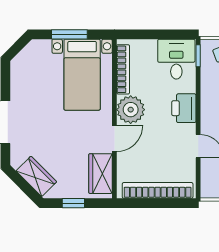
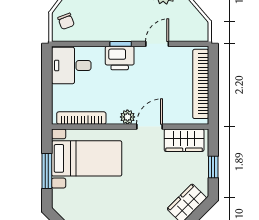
window: (198, 56) -> (121, 44), moved
plant: (131, 110) -> (127, 117), width x0.53, depth x0.53
door: (114, 138) -> (149, 127), hinge flipped

